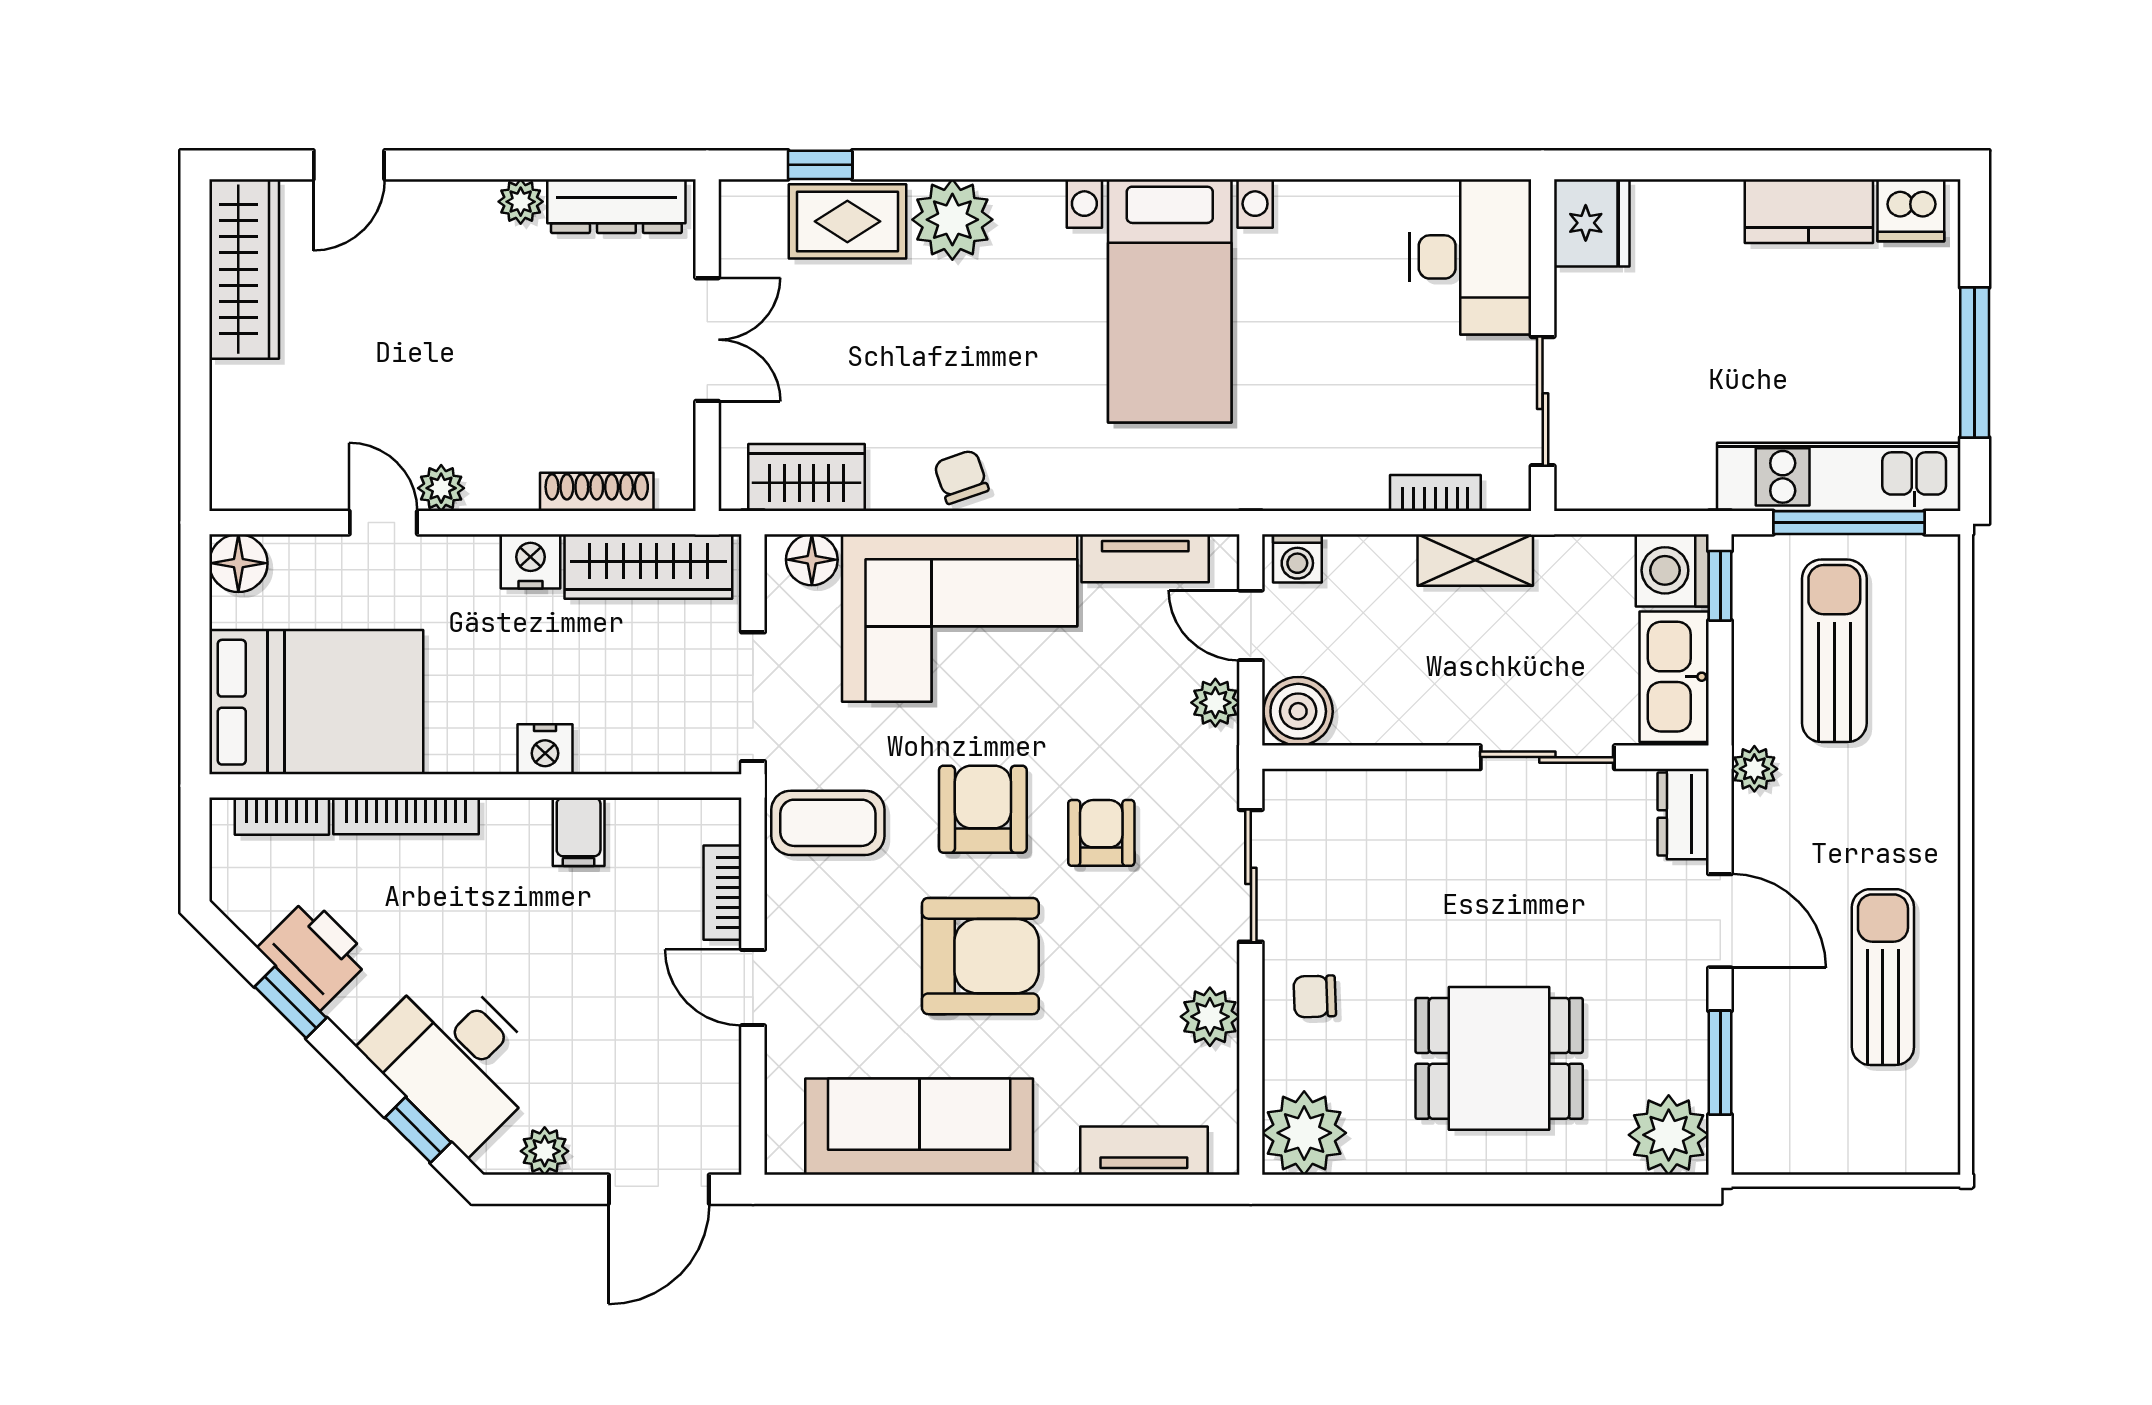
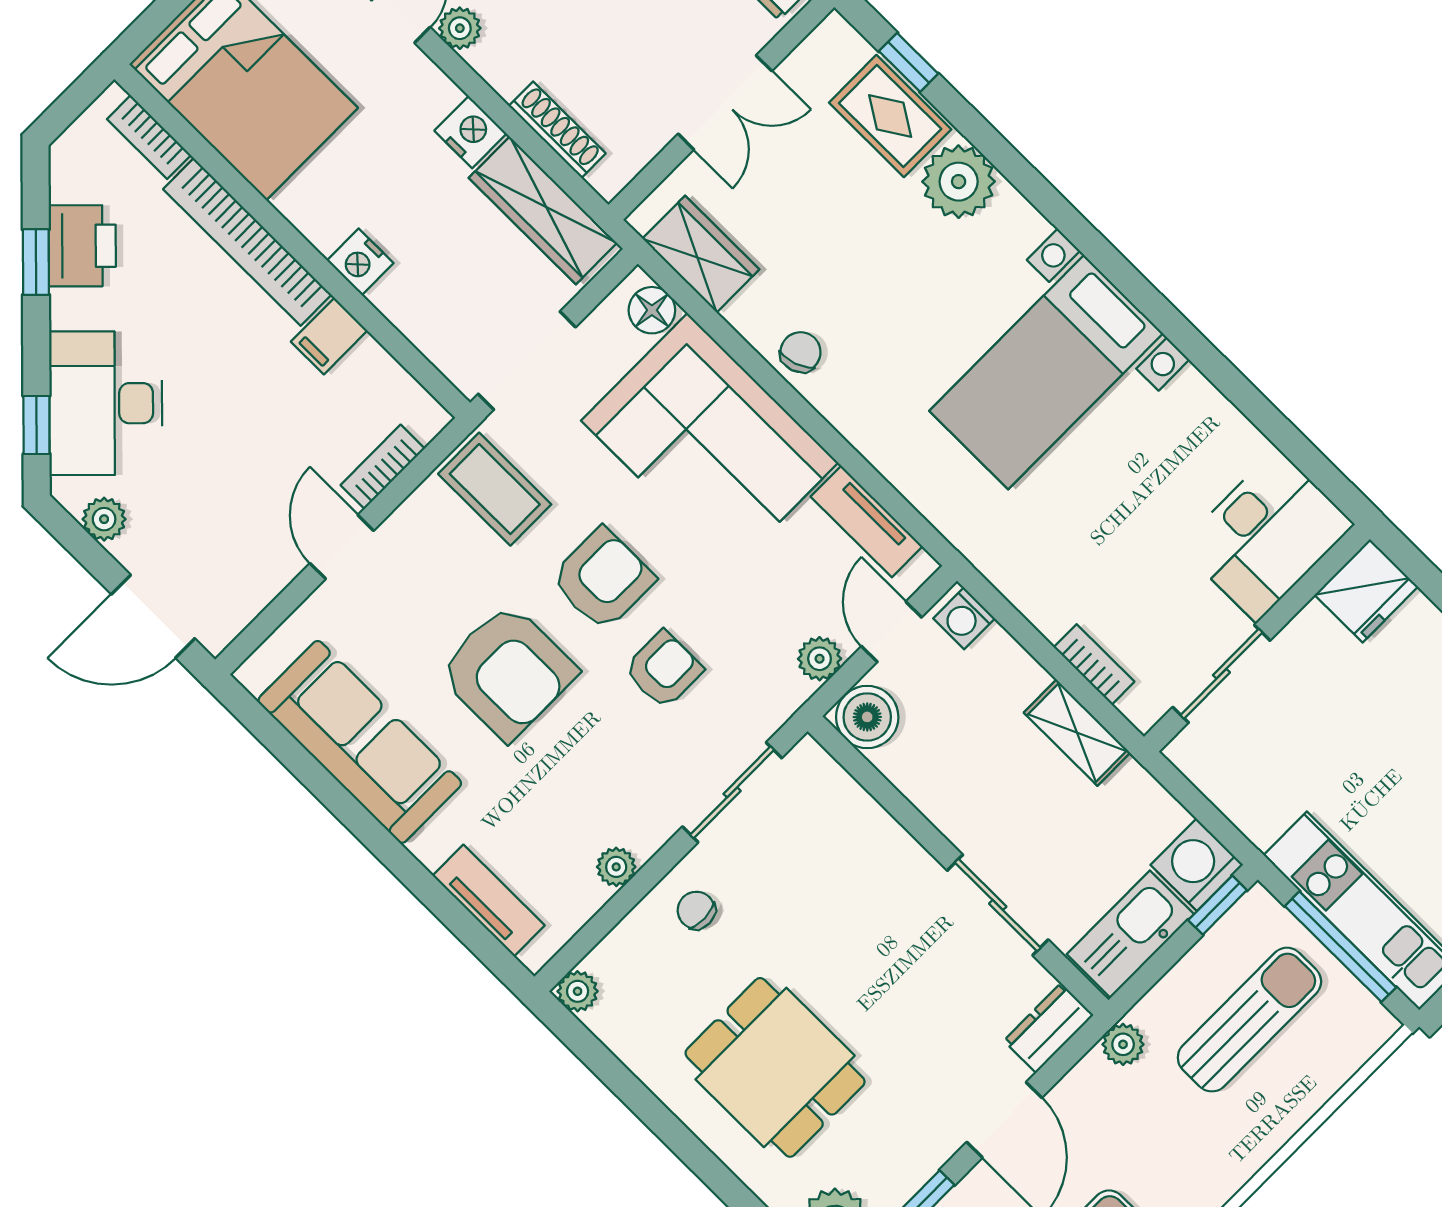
bookcase: (406, 816) -> (247, 242), width x1.48, depth x1.31
plant: (1210, 1017) -> (616, 867), width x0.73, depth x0.73
plant: (1304, 1133) -> (578, 991), width x0.53, depth x0.53

